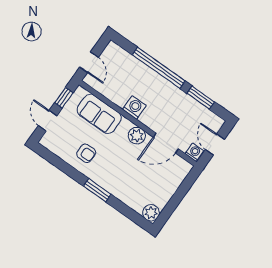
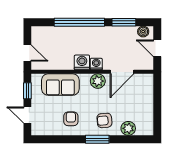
boiler: (213, 119) -> (143, 32), added
washing machine: (194, 152) -> (96, 64), moved
armchair: (86, 153) -> (71, 119), turned -90
armchair: (117, 177) -> (104, 120), added
plant: (151, 213) -> (128, 128), moved

